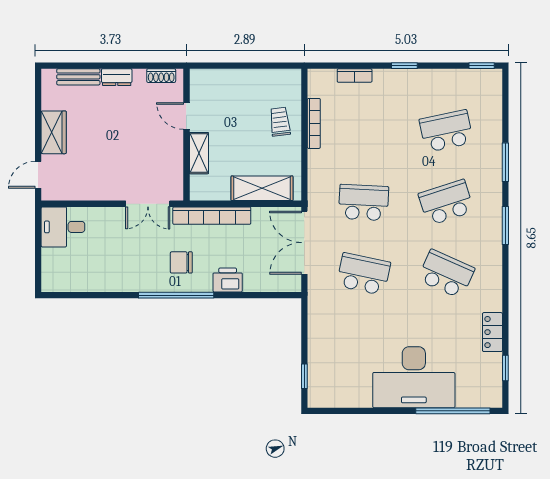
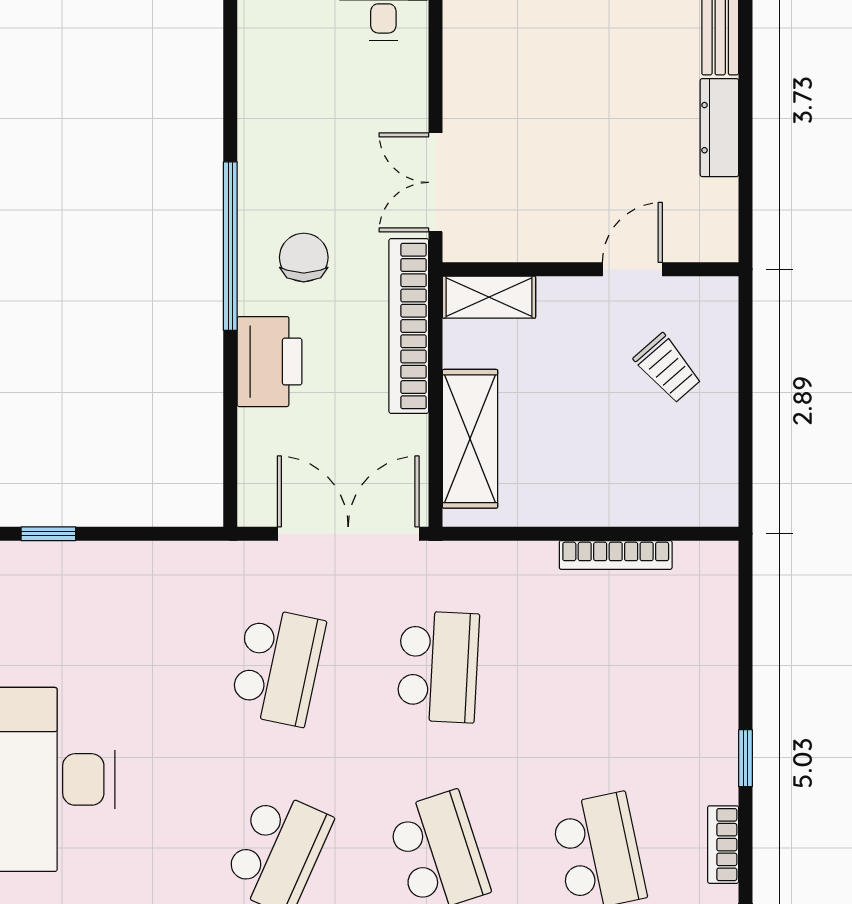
shoe rack: (161, 76) -> (723, 212), removed
bookcase: (355, 76) -> (723, 845), moved
dresser: (117, 77) -> (719, 128), width x1.44
trolley: (280, 122) -> (668, 368), moved, turned 56
shelving: (199, 153) -> (489, 297), moved
printer: (228, 280) -> (269, 362), width x1.37, depth x1.19

